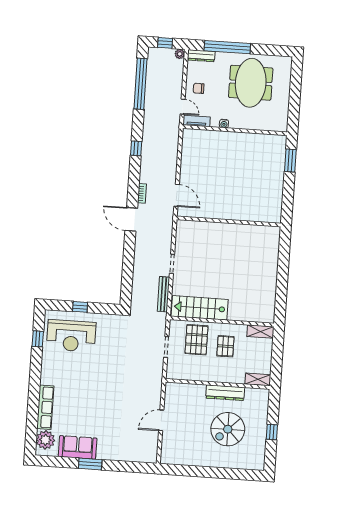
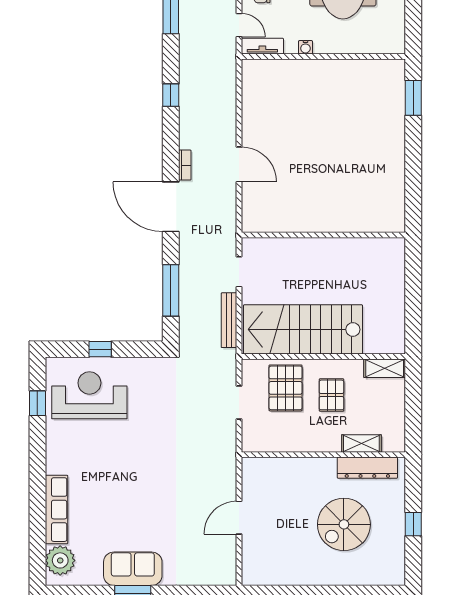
door: (131, 219) -> (171, 207), width x1.36
wall: (229, 221) -> (323, 235), moved
window: (128, 273) -> (171, 290), added
stairs: (200, 308) -> (303, 329), width x1.36, depth x1.51
reception desk: (71, 336) -> (89, 395), turned 180
shelving: (258, 379) -> (361, 443), moved
dresser: (225, 393) -> (367, 468), moved
sofa: (78, 447) -> (133, 569), moved

